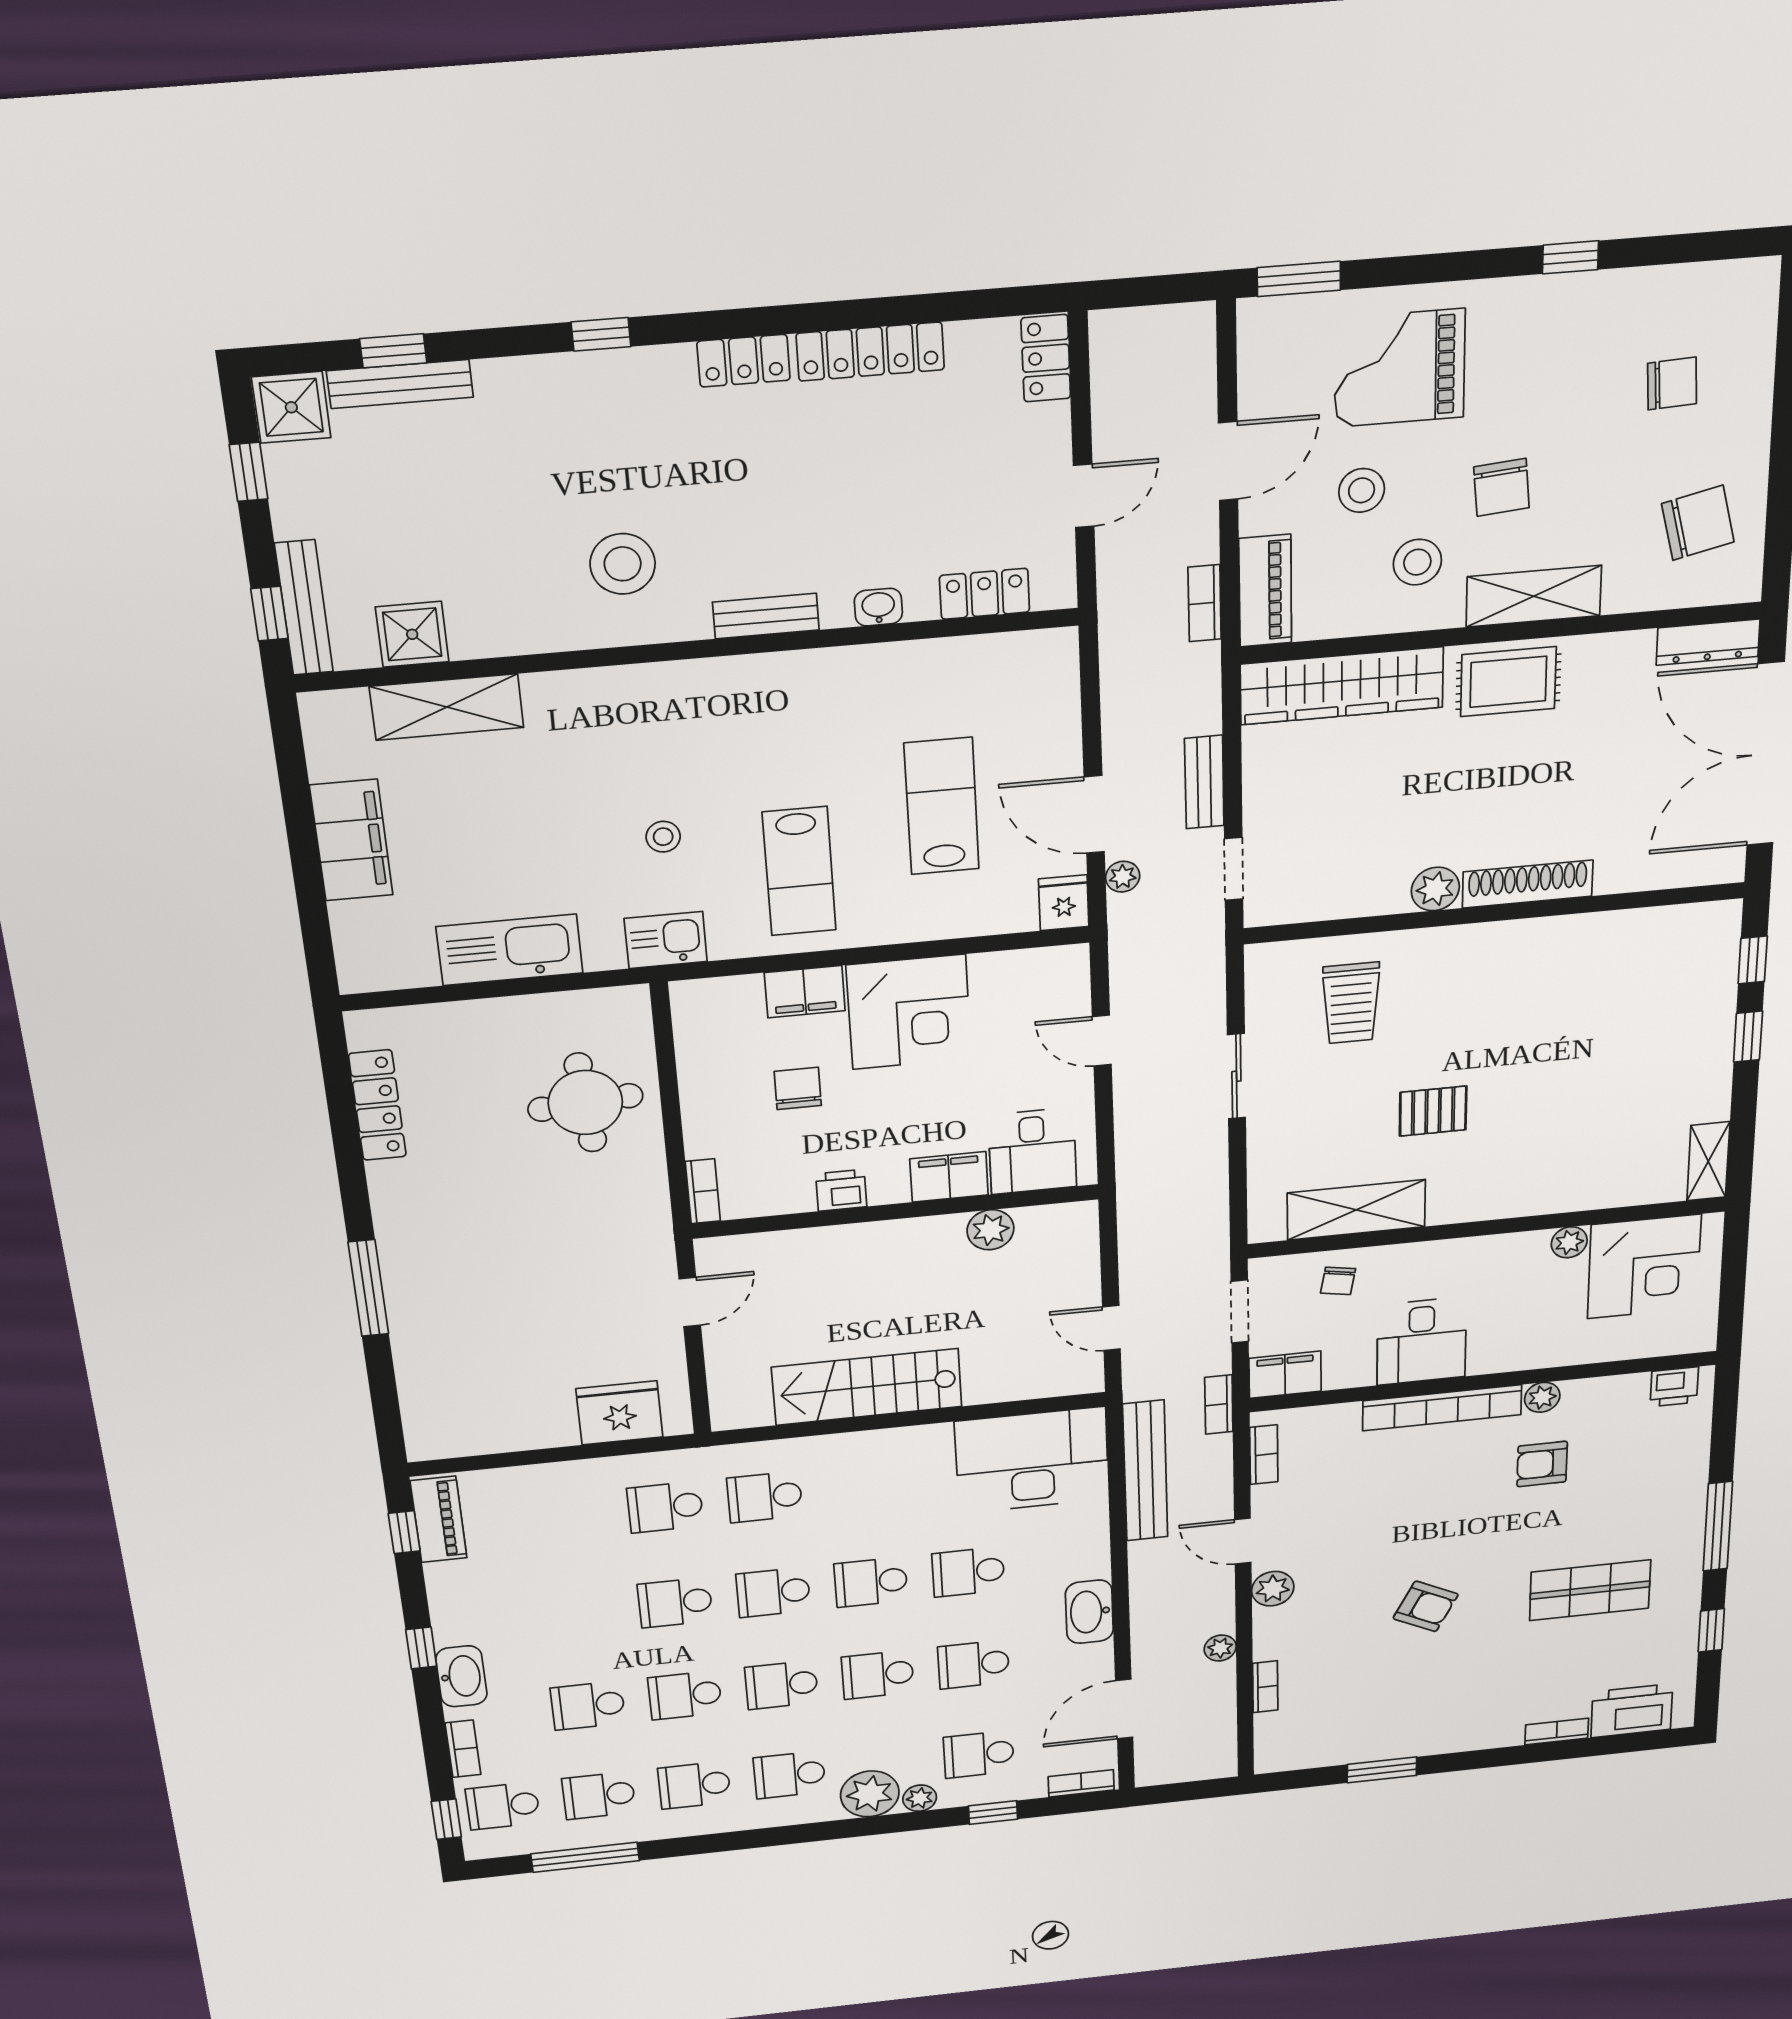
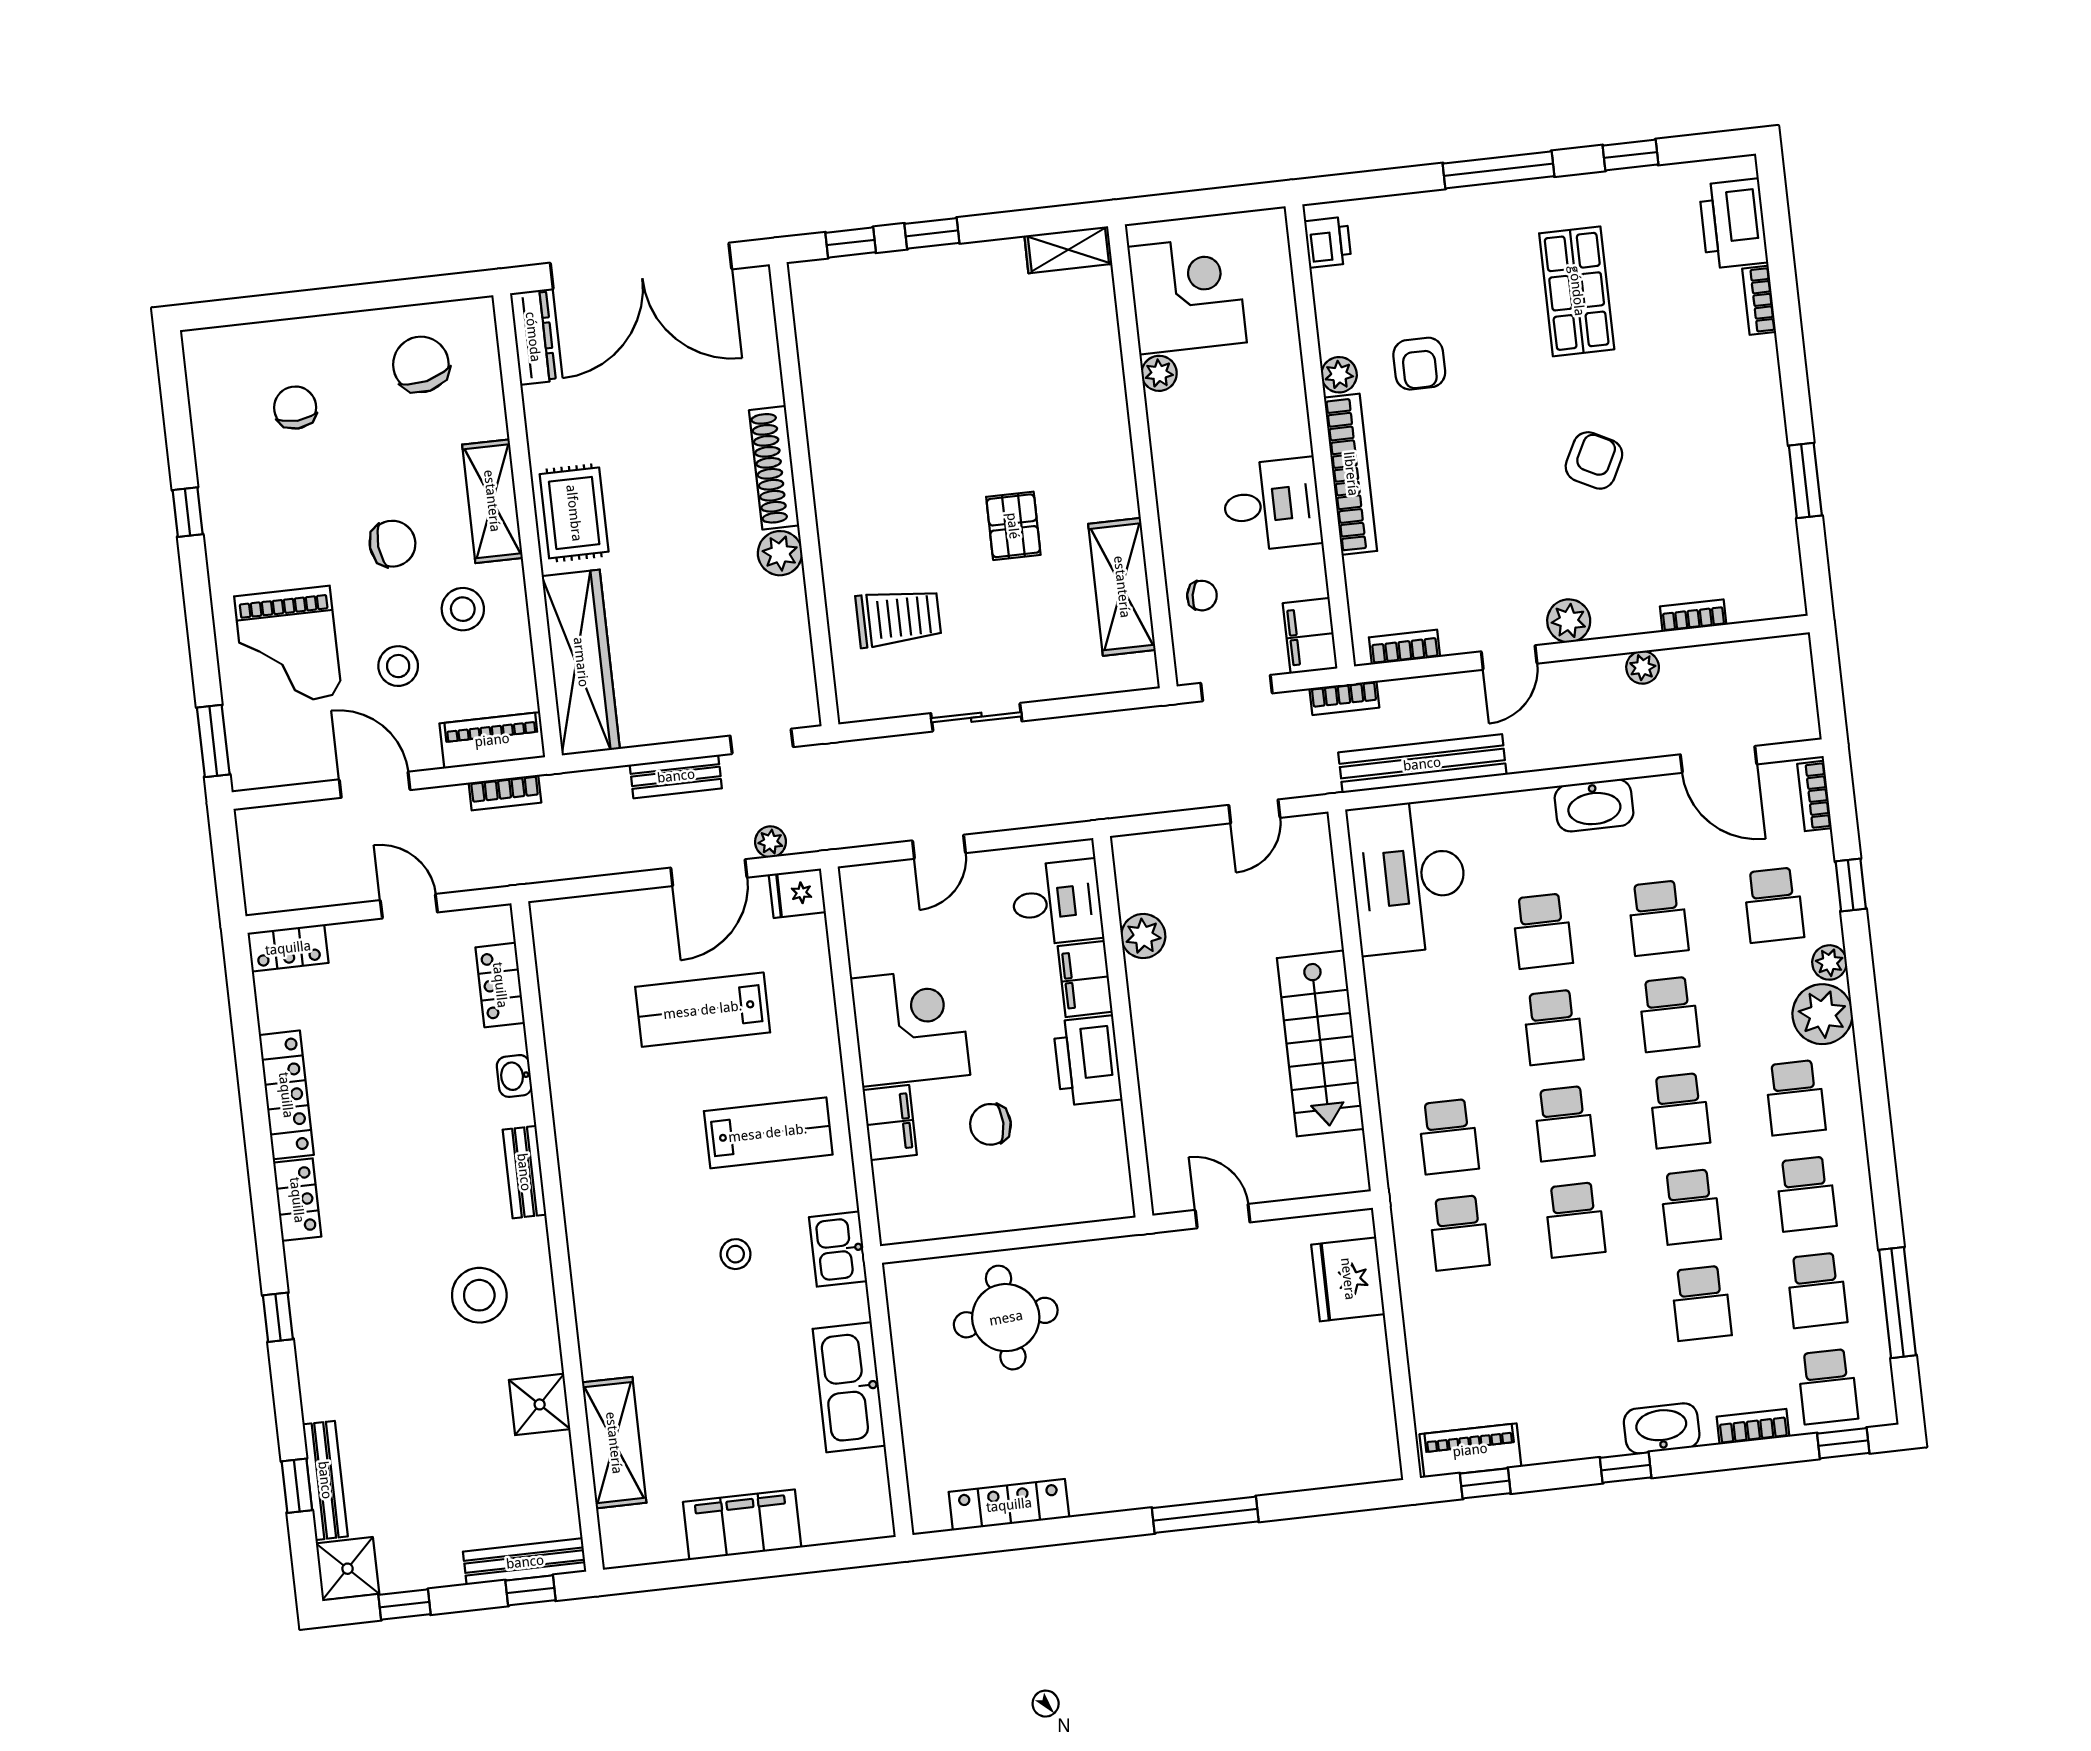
shower: (412, 634) -> (540, 1404), moved
printer: (841, 1190) -> (1088, 1061), width x1.87, depth x1.48
bookcase: (703, 1191) -> (1100, 1208), removed

